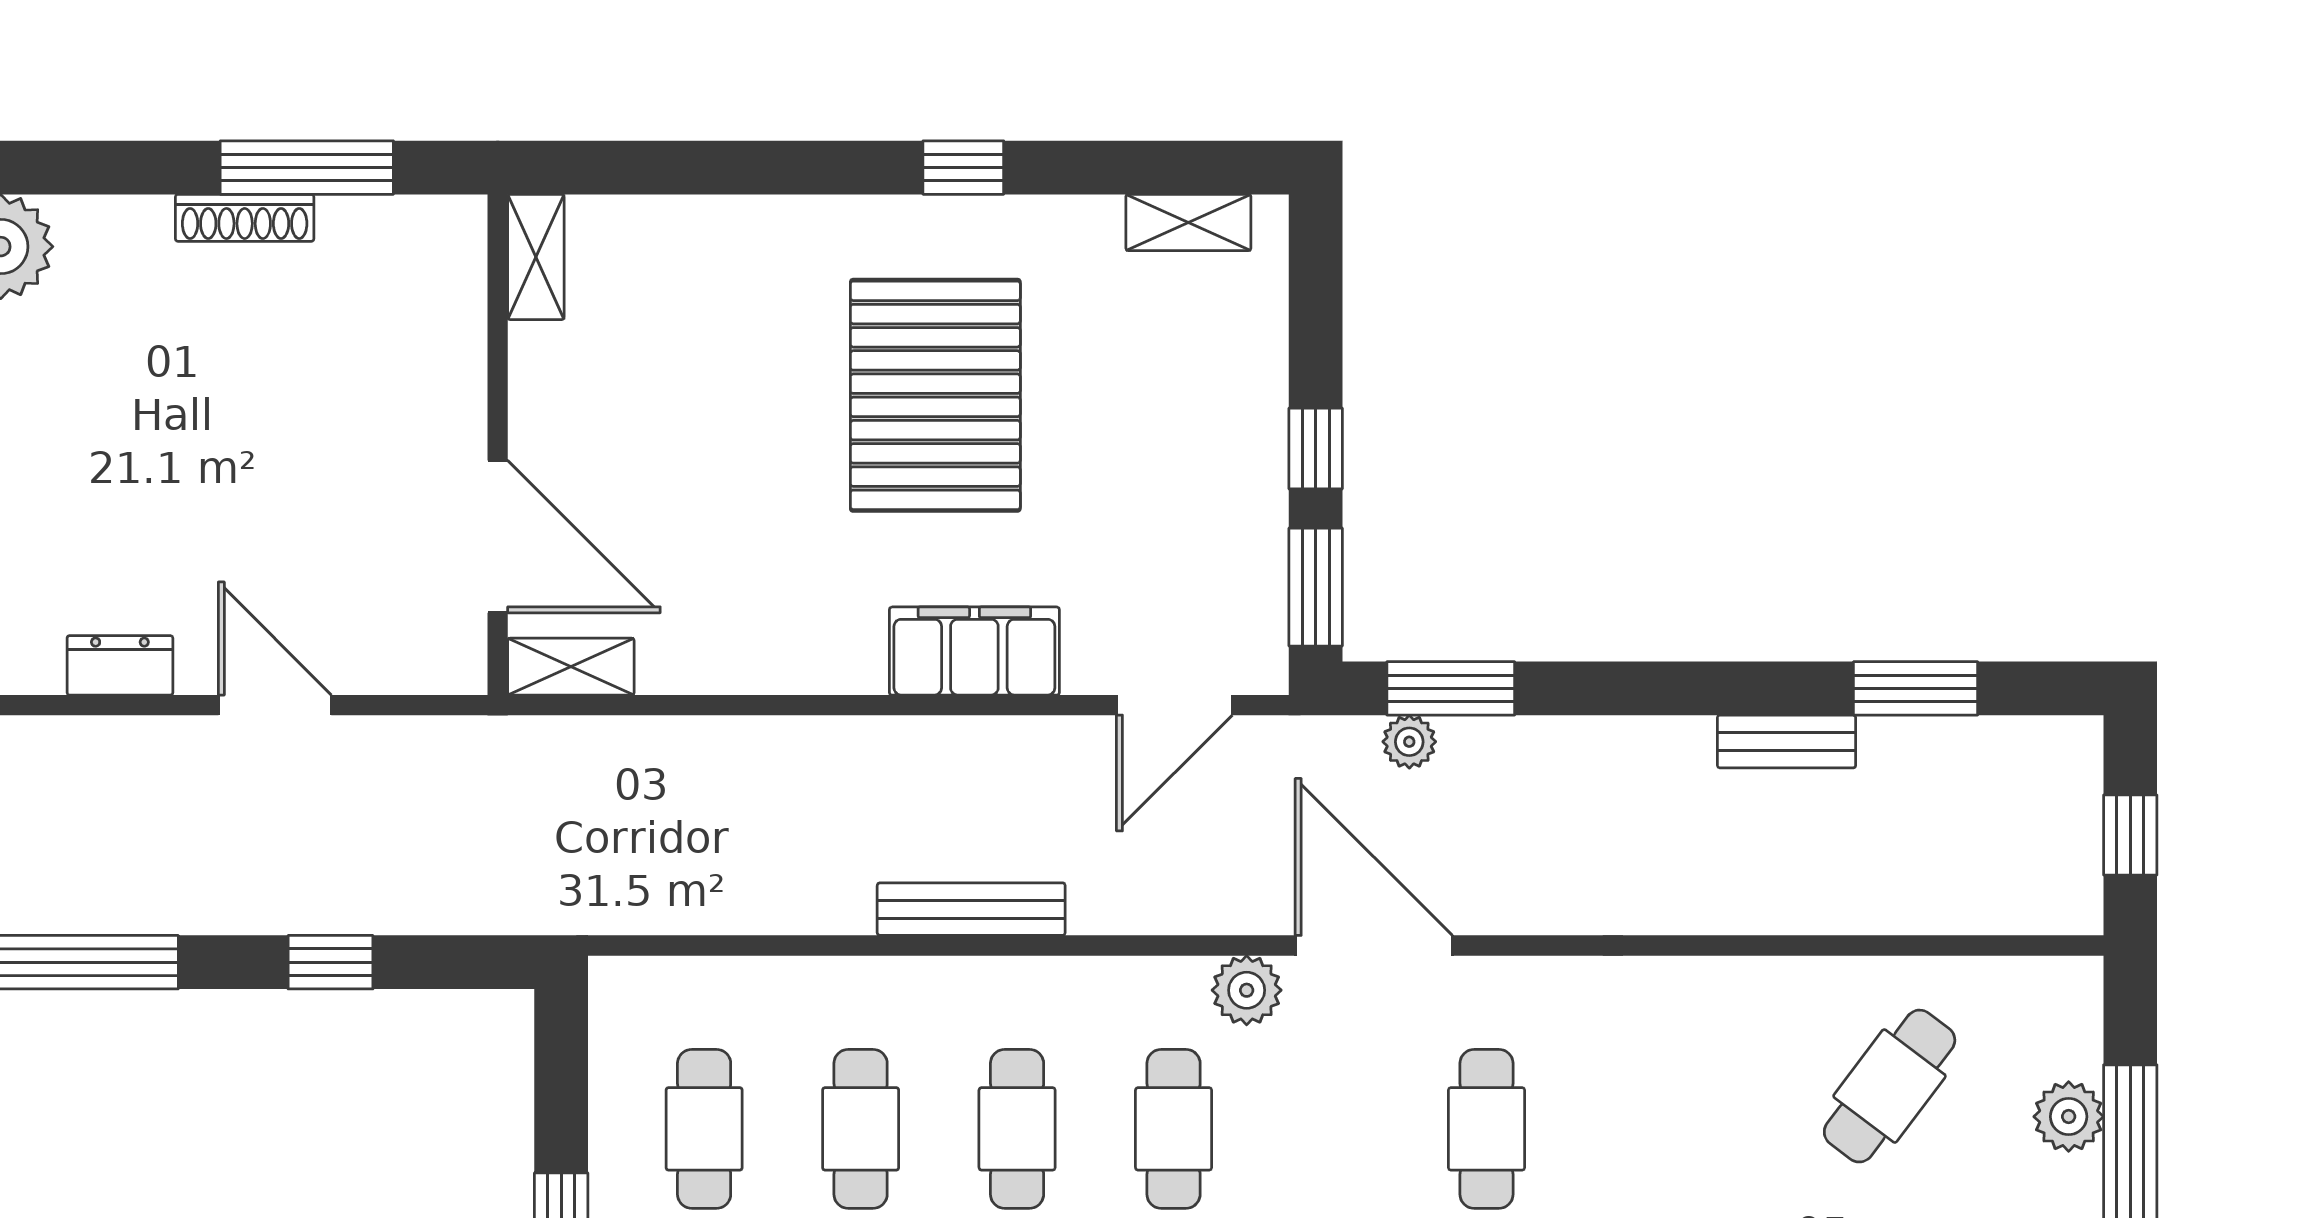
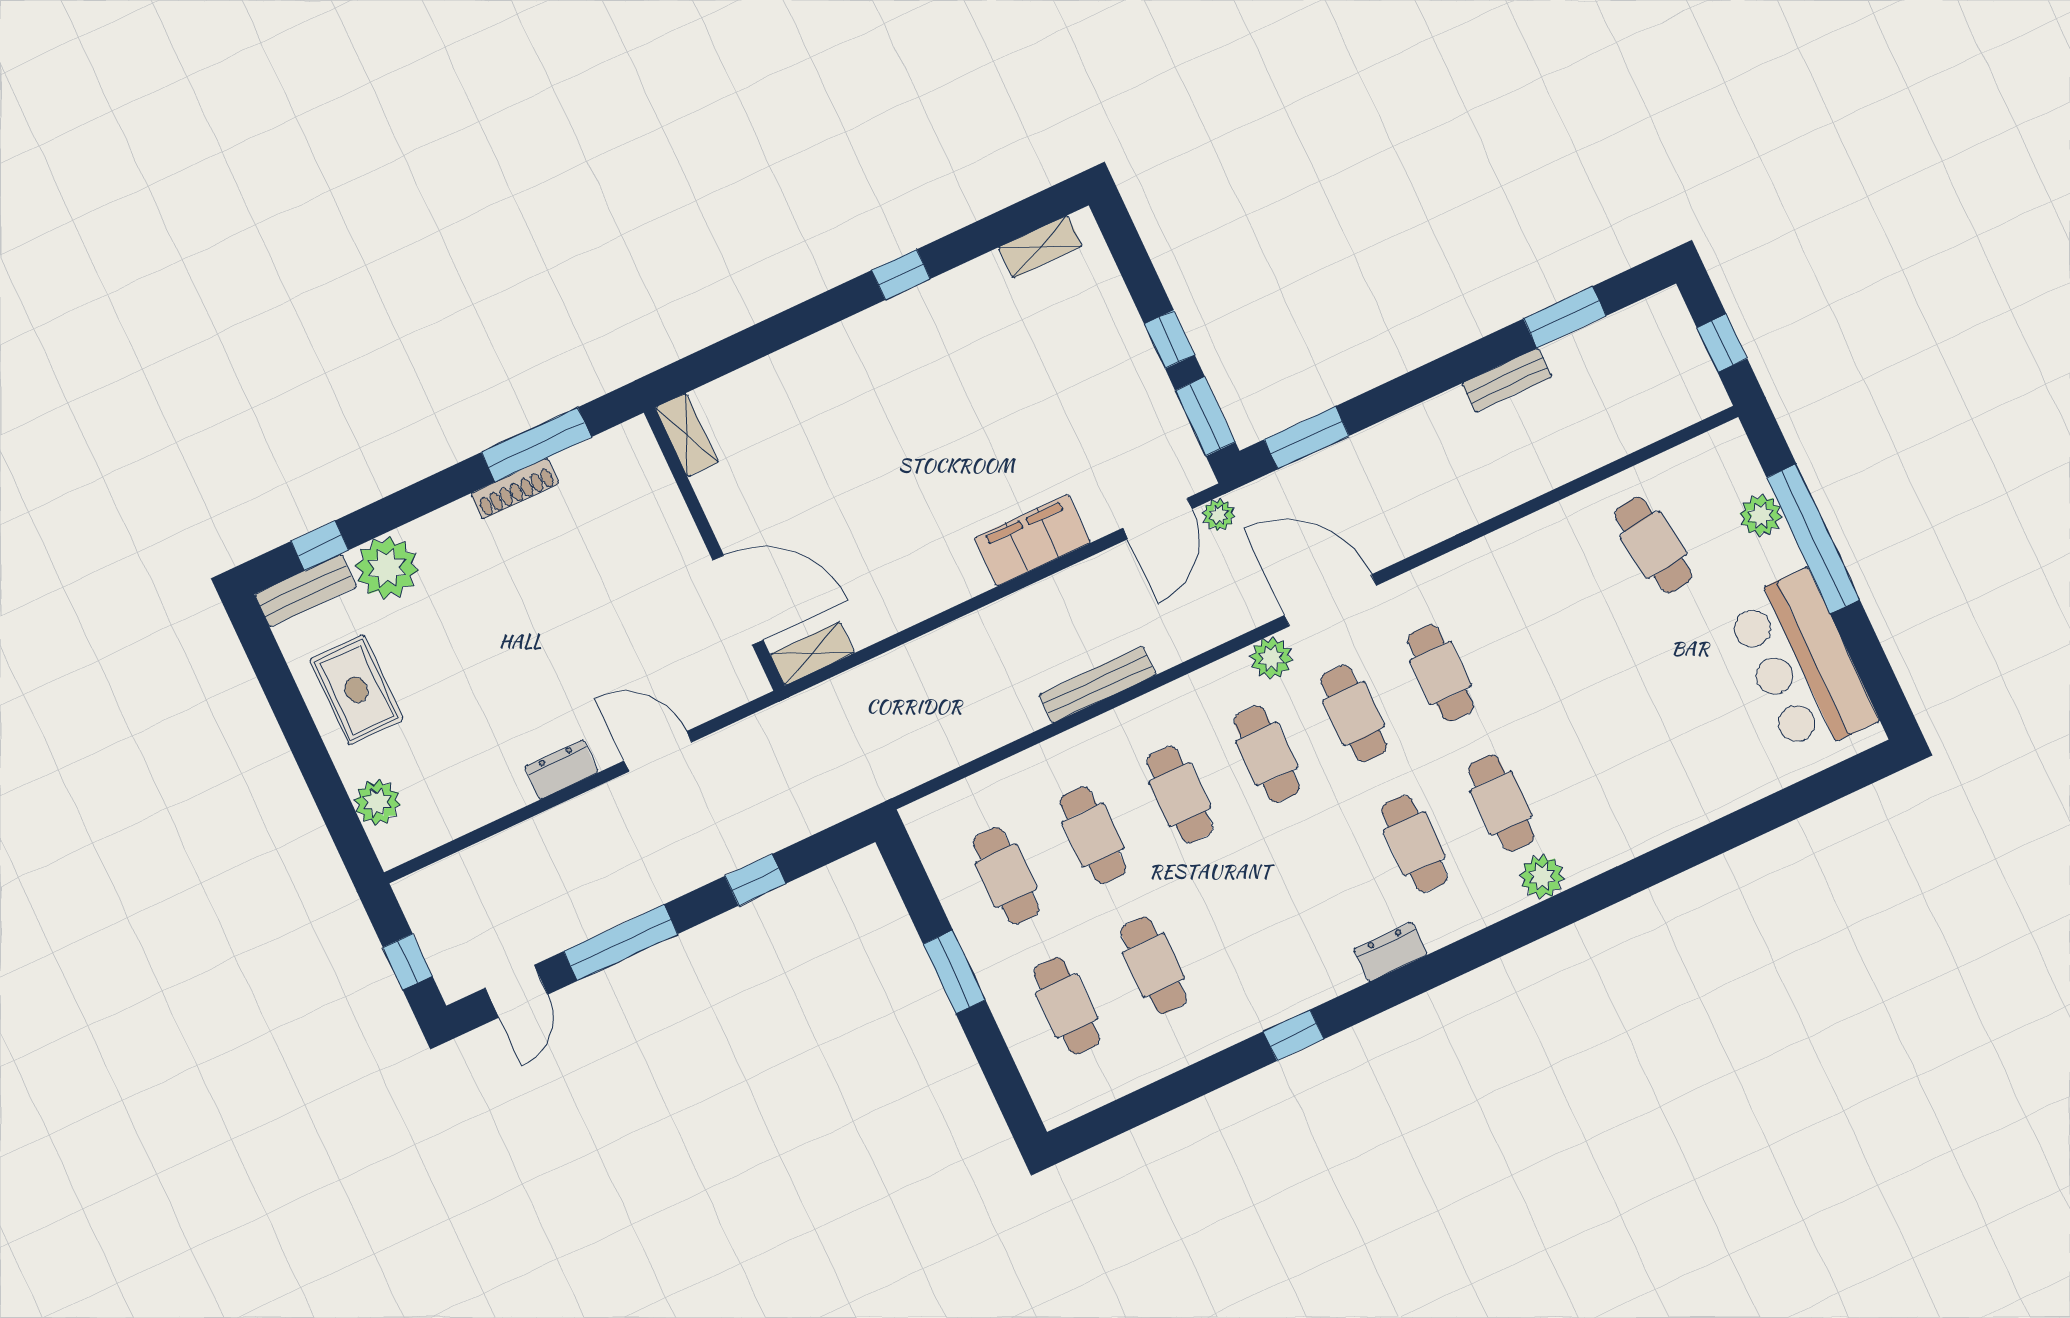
pallet: (935, 395) -> (944, 408), removed
plant: (1409, 742) -> (1219, 515), moved
cafe table: (1890, 1086) -> (1653, 545), turned -45
cafe table: (1330, 1129) -> (1354, 714), added

